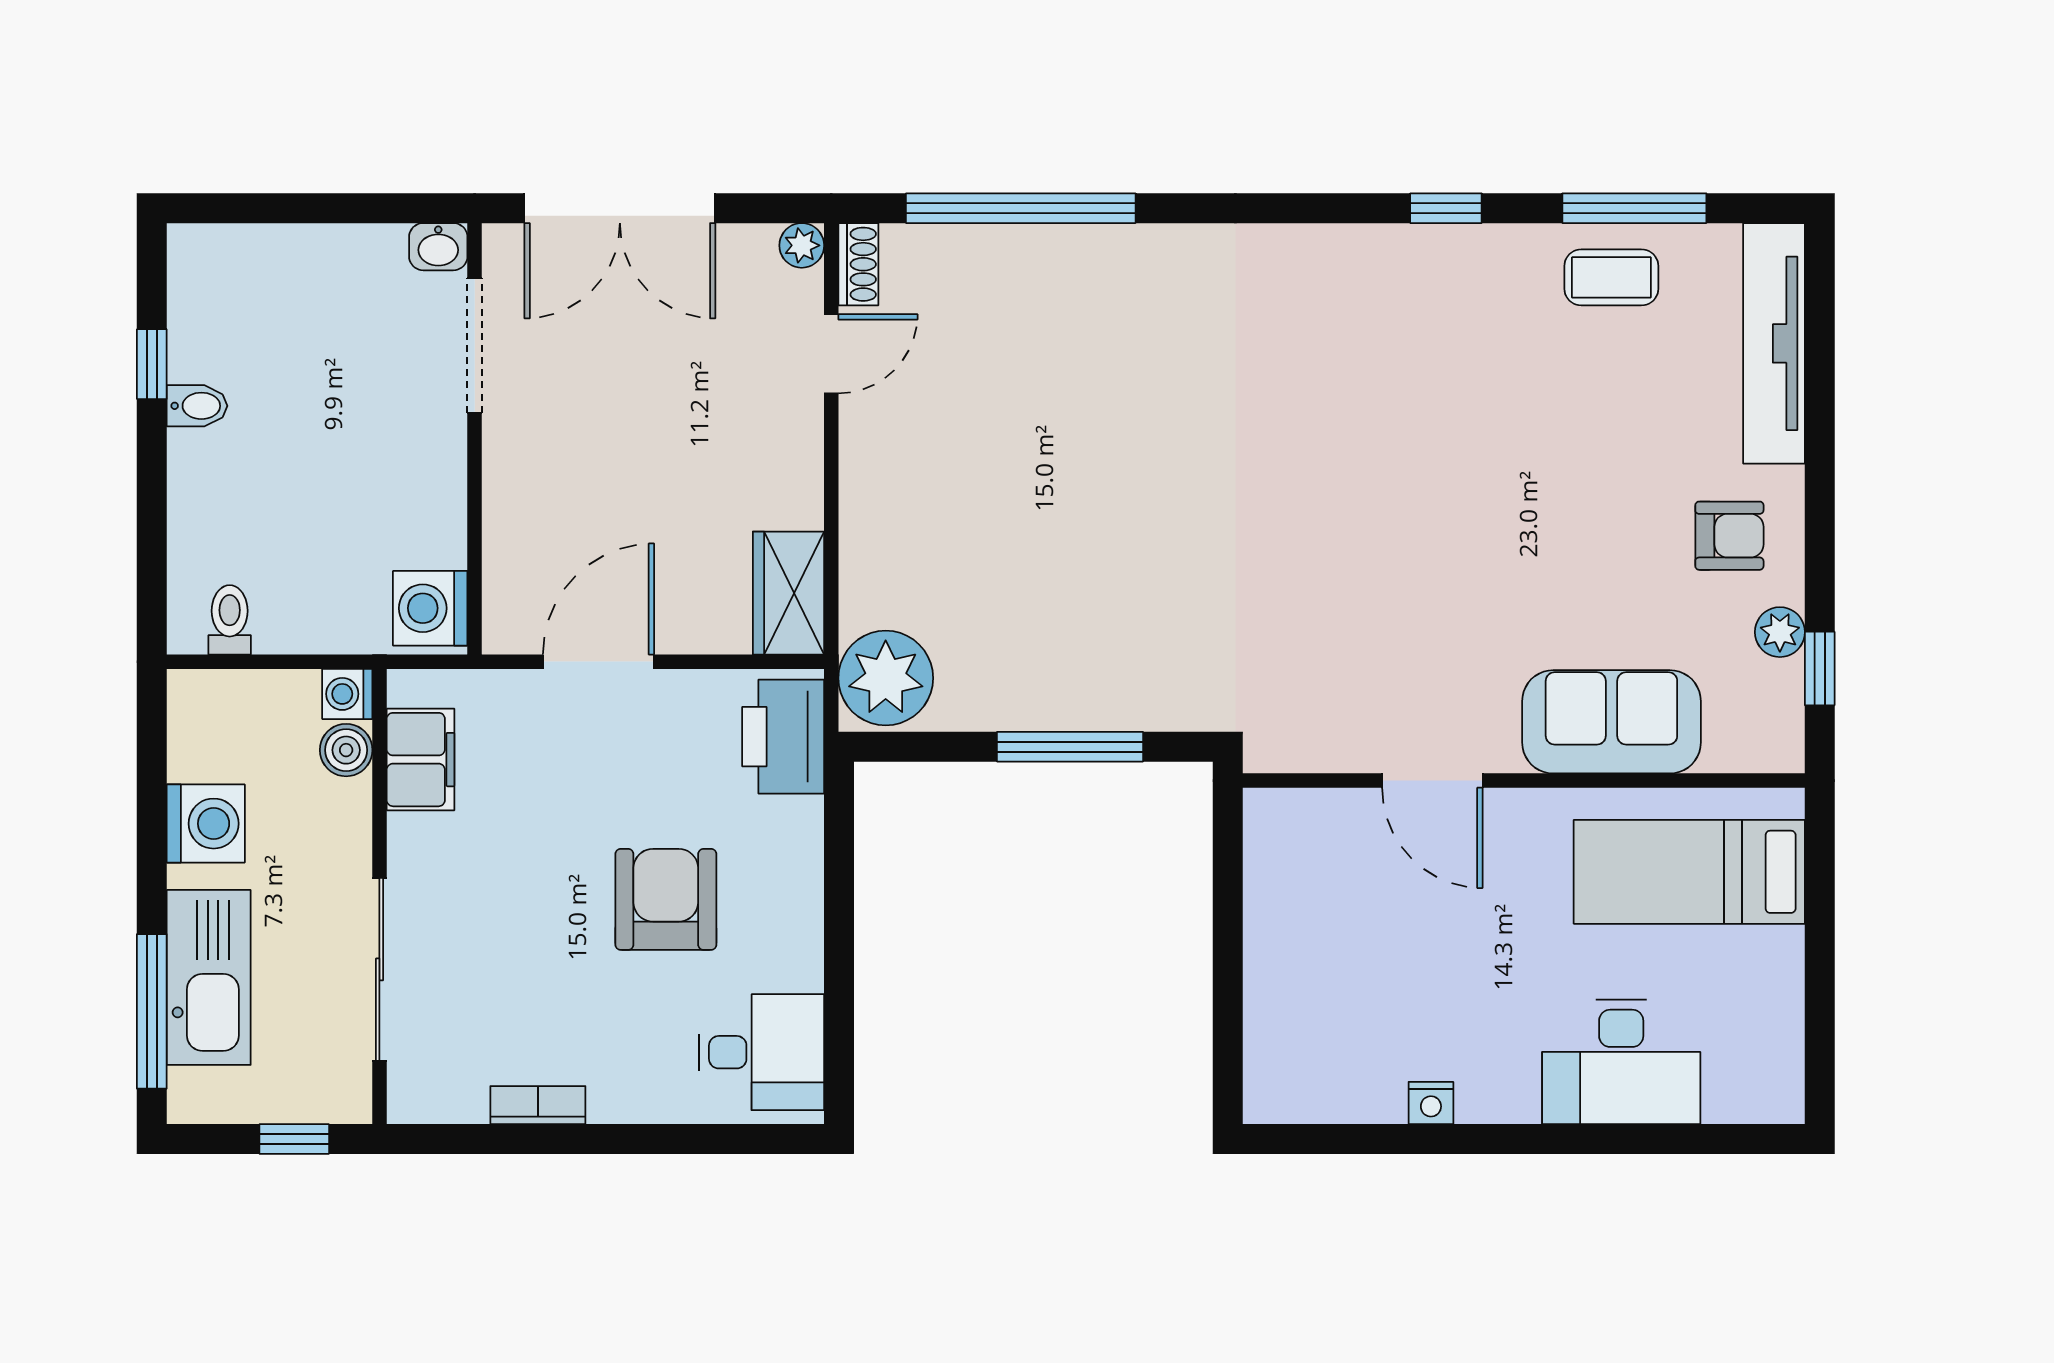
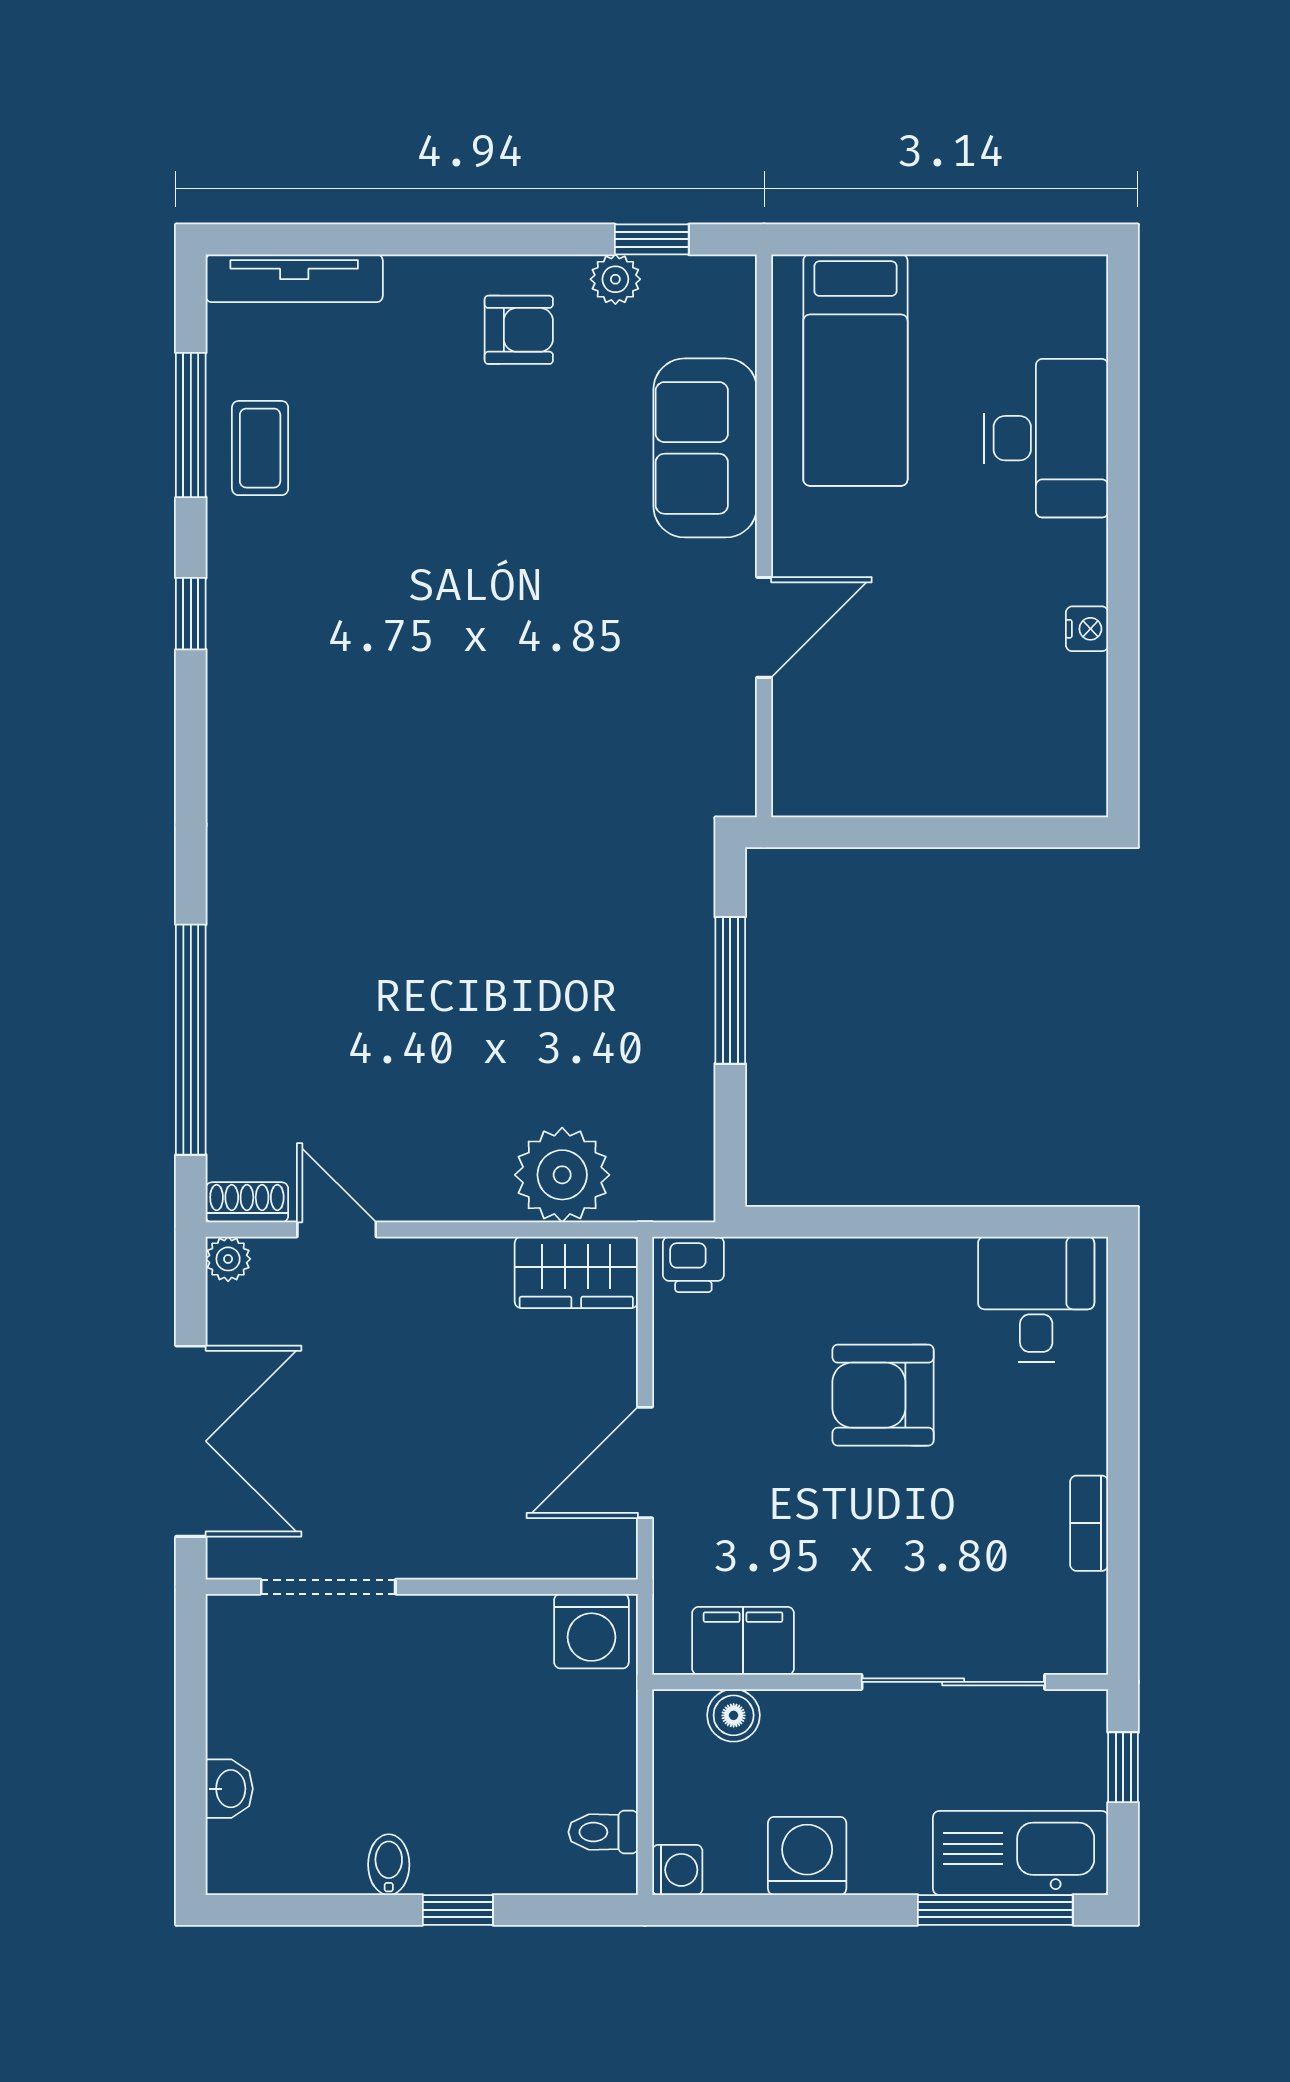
washbasin: (438, 247) -> (229, 1789), moved
tv unit: (1774, 343) -> (294, 278), width x0.73, depth x0.78
window: (152, 364) -> (458, 1910), moved
armchair: (1729, 536) -> (519, 330), turned 90
door: (599, 662) -> (645, 1463), hinge flipped
plant: (886, 678) -> (562, 1175), moved
washing machine: (347, 694) -> (677, 1870), moved, turned -90
printer: (783, 737) -> (693, 1264), width x0.53, depth x0.68
kitchen sink: (209, 977) -> (1021, 1853), moved

